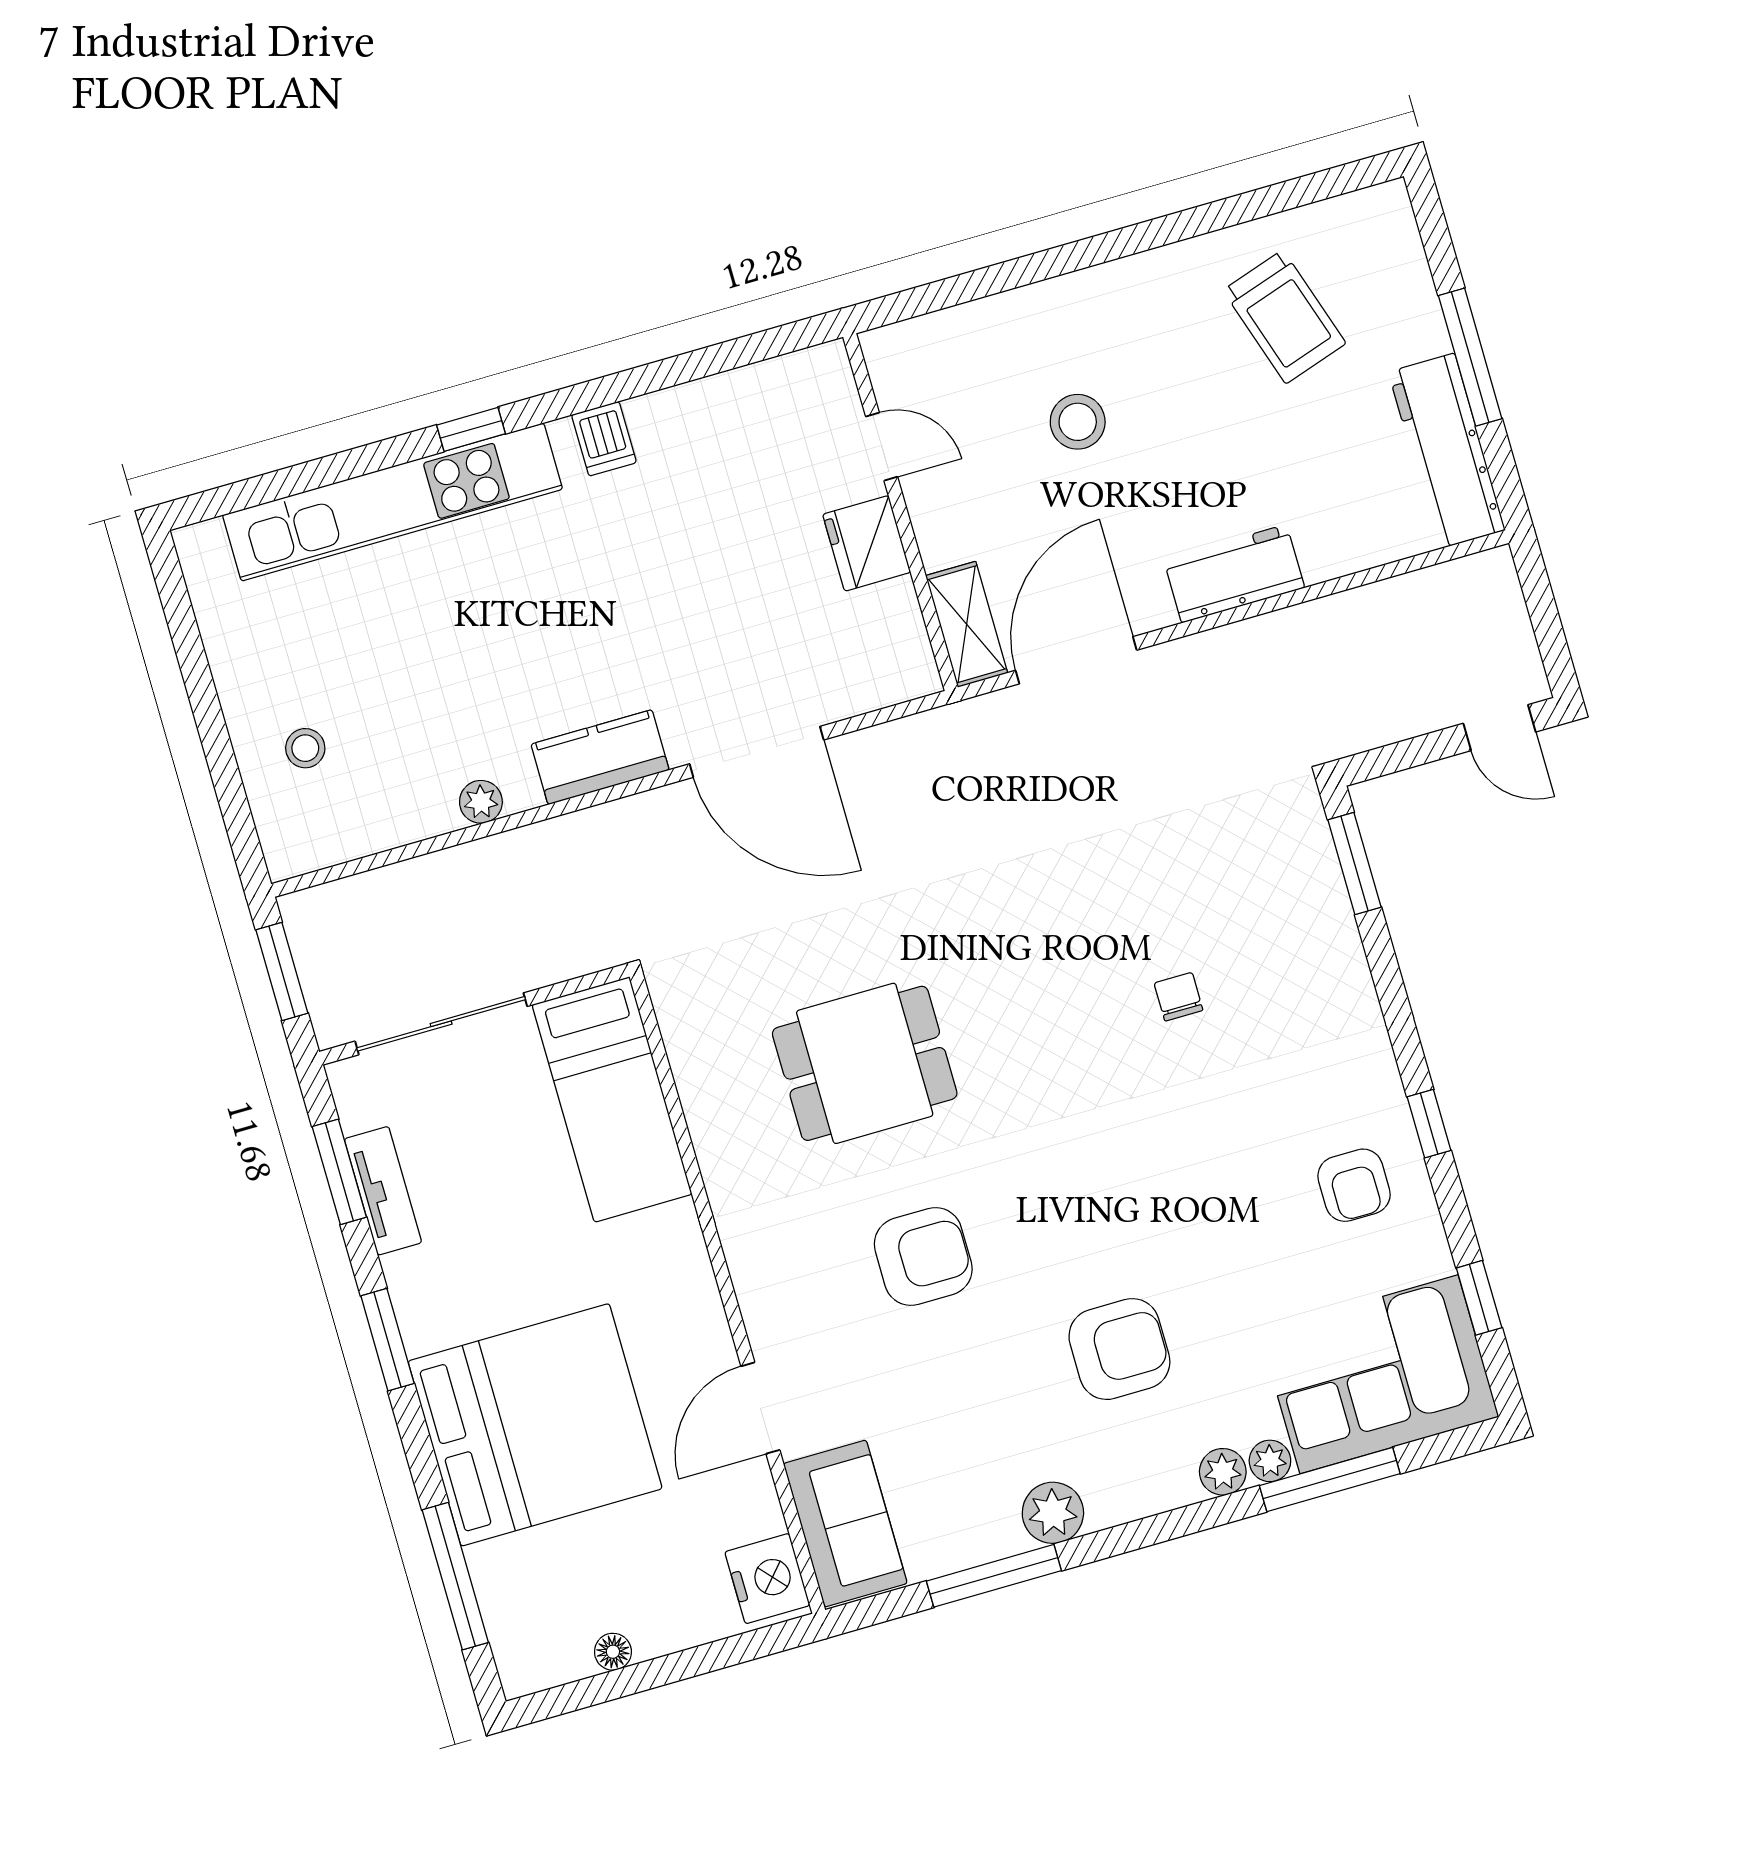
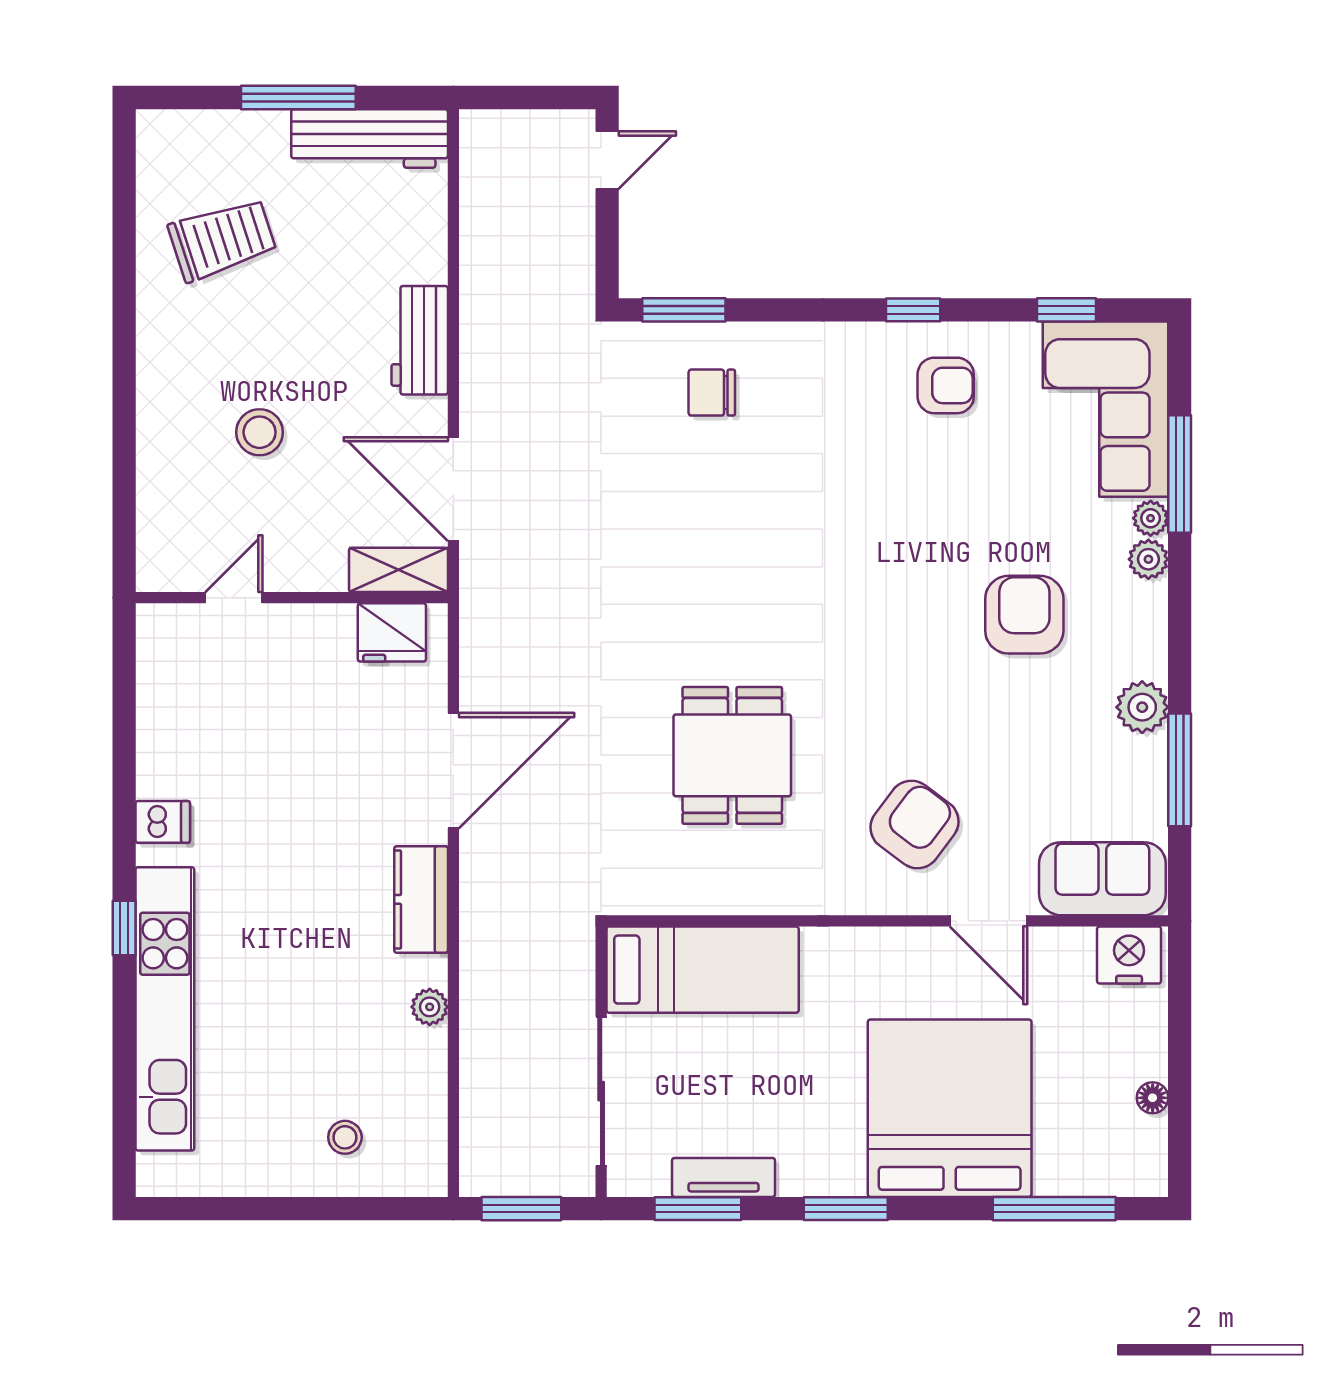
fridge: (867, 543) -> (392, 632), moved
chair: (1179, 997) -> (712, 393), moved, width x1.37, depth x1.37
armchair: (923, 1257) -> (914, 825), moved, turned 37

